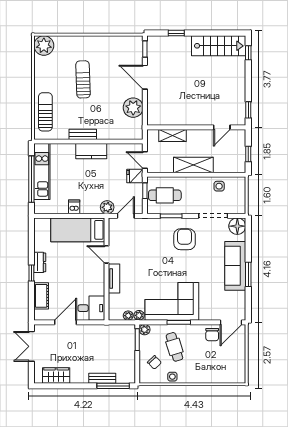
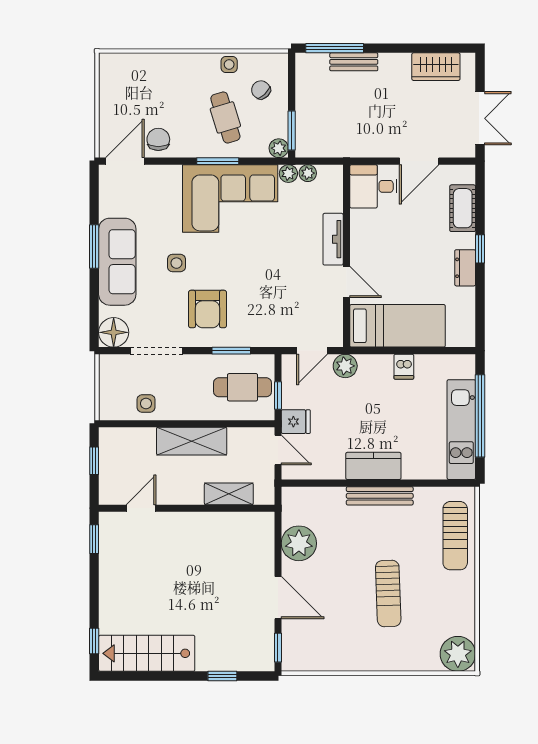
bench: (83, 134) -> (380, 496), width x1.36
side table: (202, 265) -> (176, 263), added

